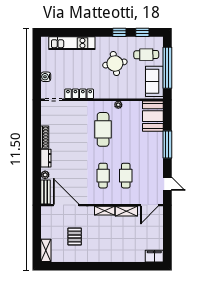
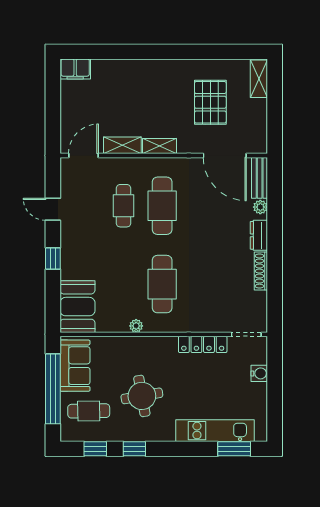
window: (61, 32) -> (234, 449), added
window: (167, 145) -> (53, 258), width x0.46
cafe table: (103, 176) -> (162, 206), width x1.37, depth x1.35
door: (167, 184) -> (53, 209), moved
pallet: (75, 237) -> (210, 102), width x1.50, depth x1.42

